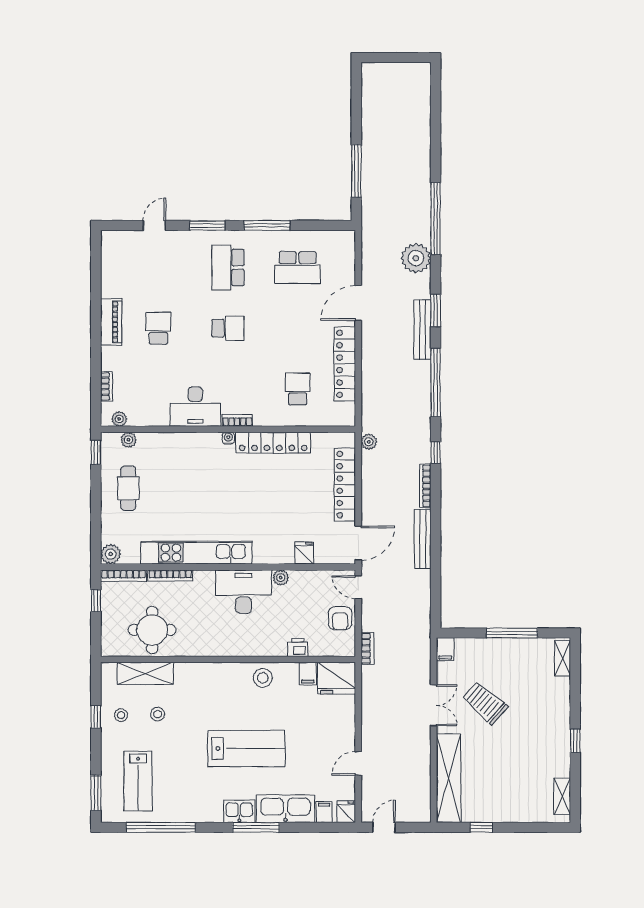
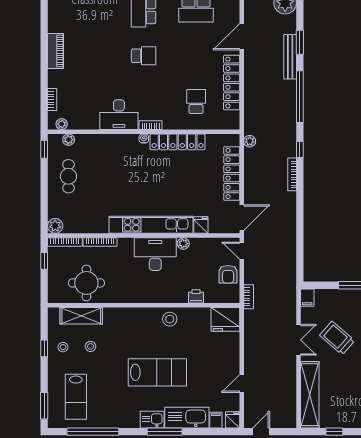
school desk: (158, 328) -> (91, 56), removed
bench: (423, 539) -> (290, 214), removed
kitchen unit: (196, 553) -> (151, 225), moved
filing cabinet: (308, 674) -> (204, 316), removed

